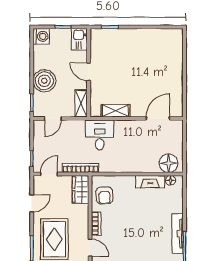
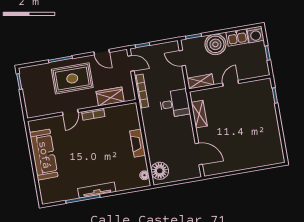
kitchen sink: (79, 39) -> (237, 37), moved, turned 180
fireplace: (150, 182) -> (138, 143), moved
wardrobe: (81, 189) -> (110, 97), moved
armchair: (104, 195) -> (120, 117), removed

